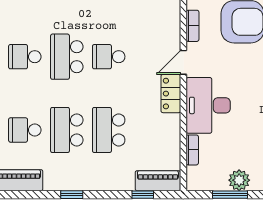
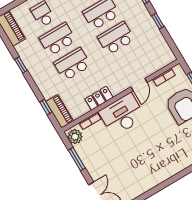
school desk: (109, 57) -> (116, 38), width x1.85
door: (183, 62) -> (139, 85), swing flipped
locker: (171, 94) -> (99, 98), moved
plant: (239, 180) -> (75, 137), moved

